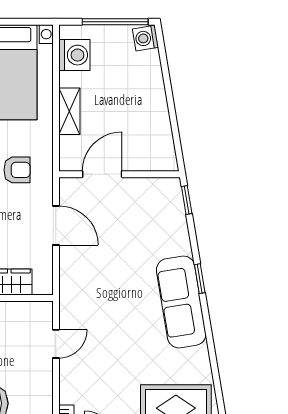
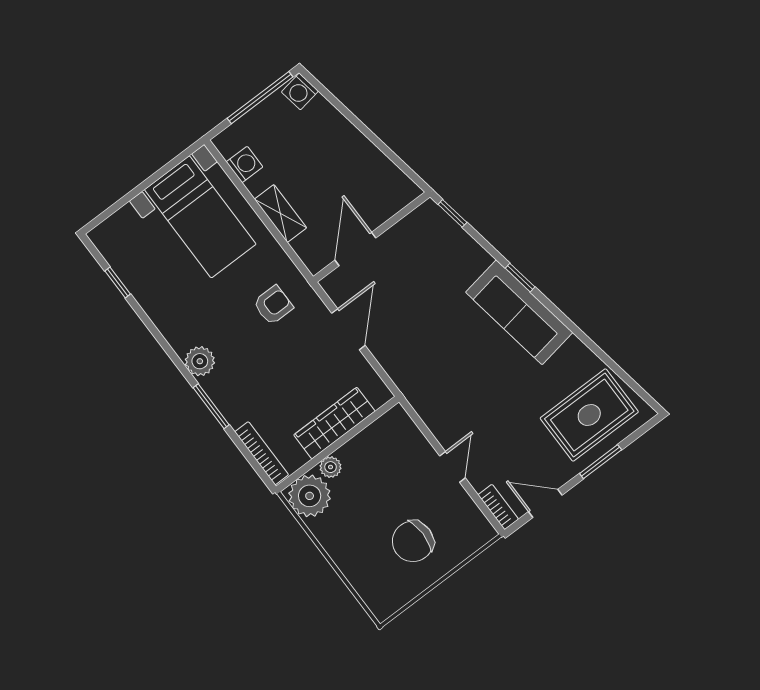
washing machine: (74, 55) -> (245, 164), width x0.73, depth x0.73
door: (56, 225) -> (348, 329), hinge flipped
door: (56, 344) -> (452, 467), moved

